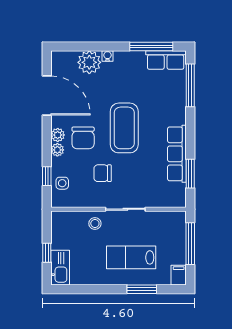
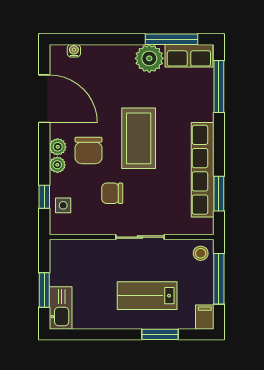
water cooler: (108, 56) -> (74, 51), moved
plant: (89, 62) -> (149, 58), moved
row of seats: (177, 154) -> (203, 170), width x1.36
stool: (95, 223) -> (201, 253), moved
window: (47, 253) -> (44, 290), width x1.50

